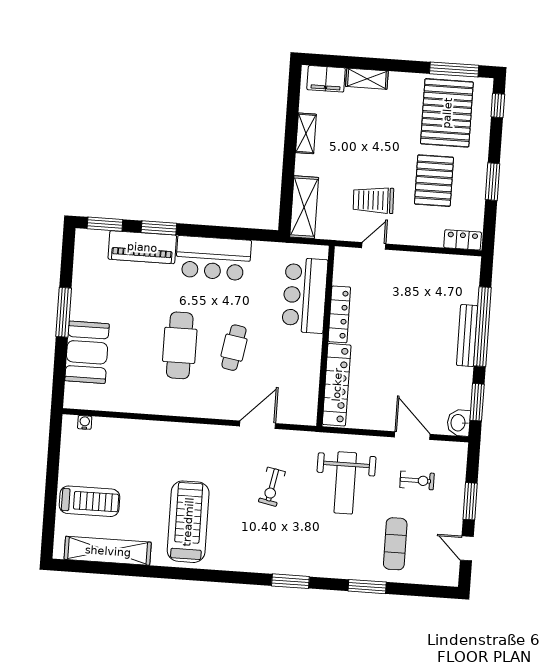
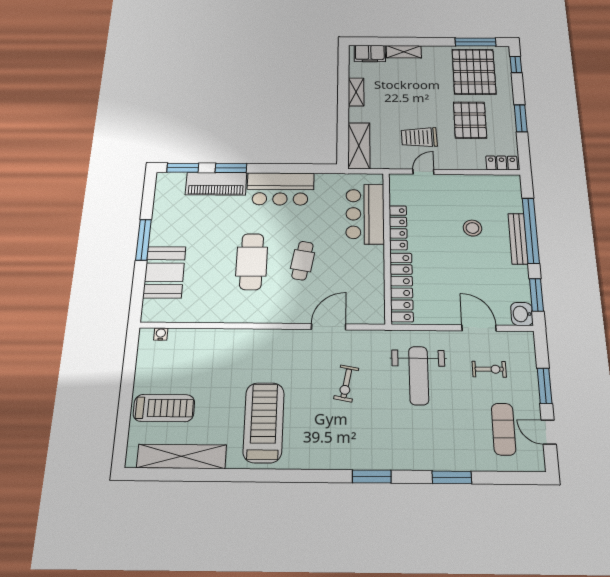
stool: (420, 320) -> (472, 228), added
exercise mat: (395, 544) -> (504, 429), moved

